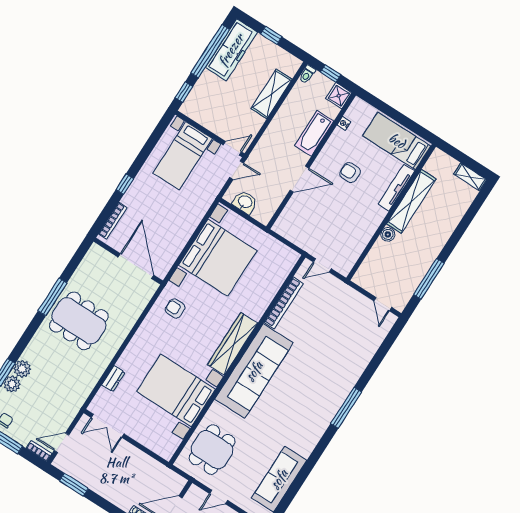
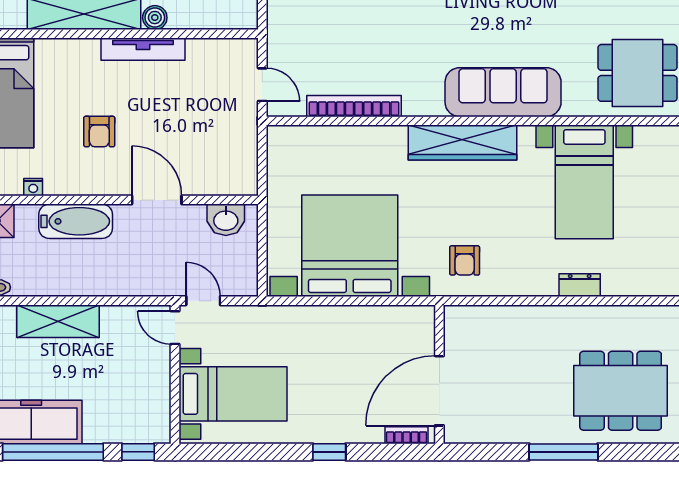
tv unit: (396, 188) -> (143, 49), moved
washbasin: (245, 202) -> (226, 220), moved, turned -90
bookcase: (113, 221) -> (407, 435), width x0.64
door: (136, 266) -> (439, 391), moved
dining table: (79, 321) -> (621, 391), moved, turned 90
sofa: (254, 371) -> (503, 92), width x0.74, depth x0.79
dresser: (113, 379) -> (580, 285), moved
bed with nightstands: (176, 390) -> (584, 182), width x0.73

